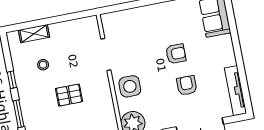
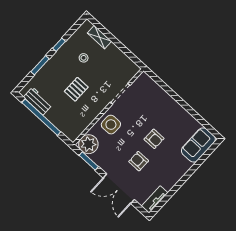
armchair: (187, 86) -> (139, 161), turned -90
tv unit: (235, 91) -> (155, 199), width x0.71
pallet: (69, 95) -> (76, 89), turned 90

